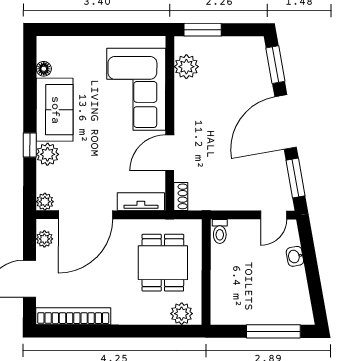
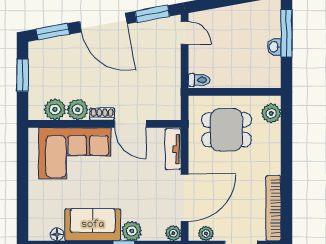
window: (203, 30) -> (23, 75), moved
plant: (186, 93) -> (78, 110), added
shoe rack: (181, 196) -> (102, 114), moved
door: (85, 215) -> (185, 198), hinge flipped
washbasin: (295, 256) -> (274, 47), moved, turned 100

